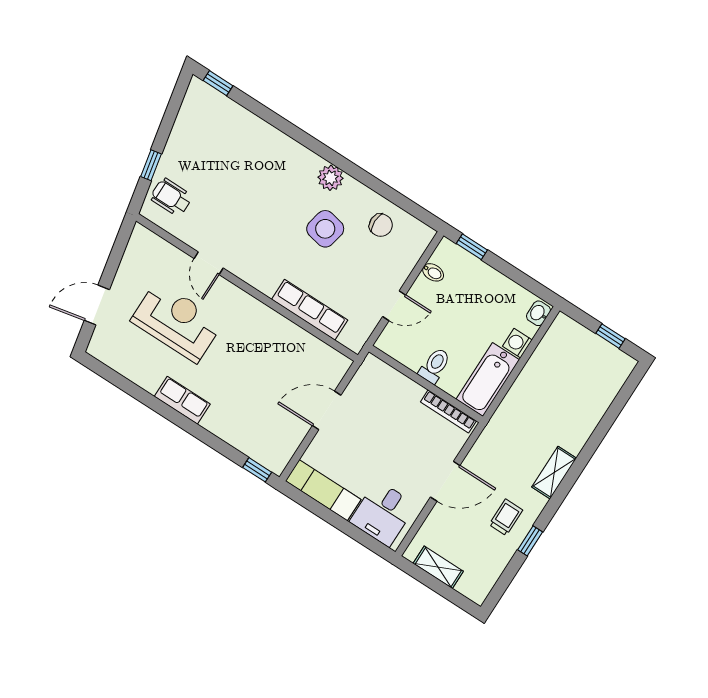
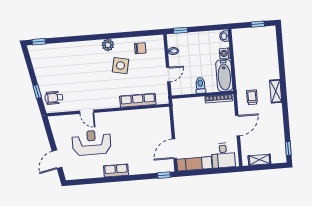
door: (327, 410) -> (174, 149), moved
trolley: (506, 517) -> (252, 97), moved
window: (530, 541) -> (288, 149), moved

